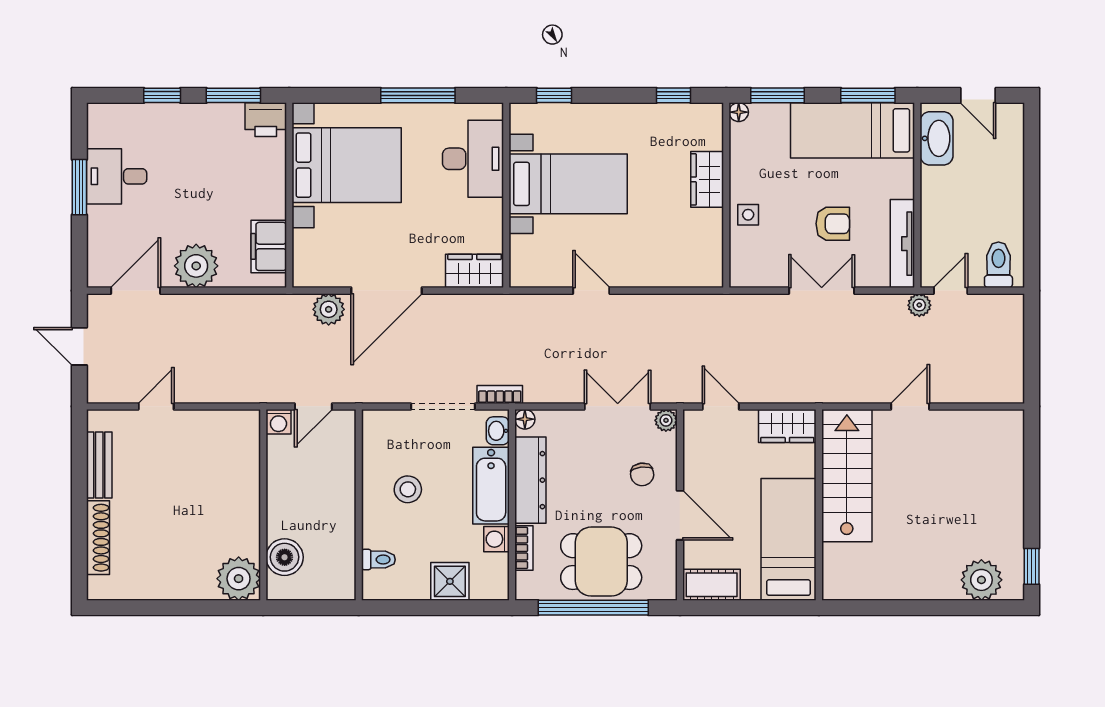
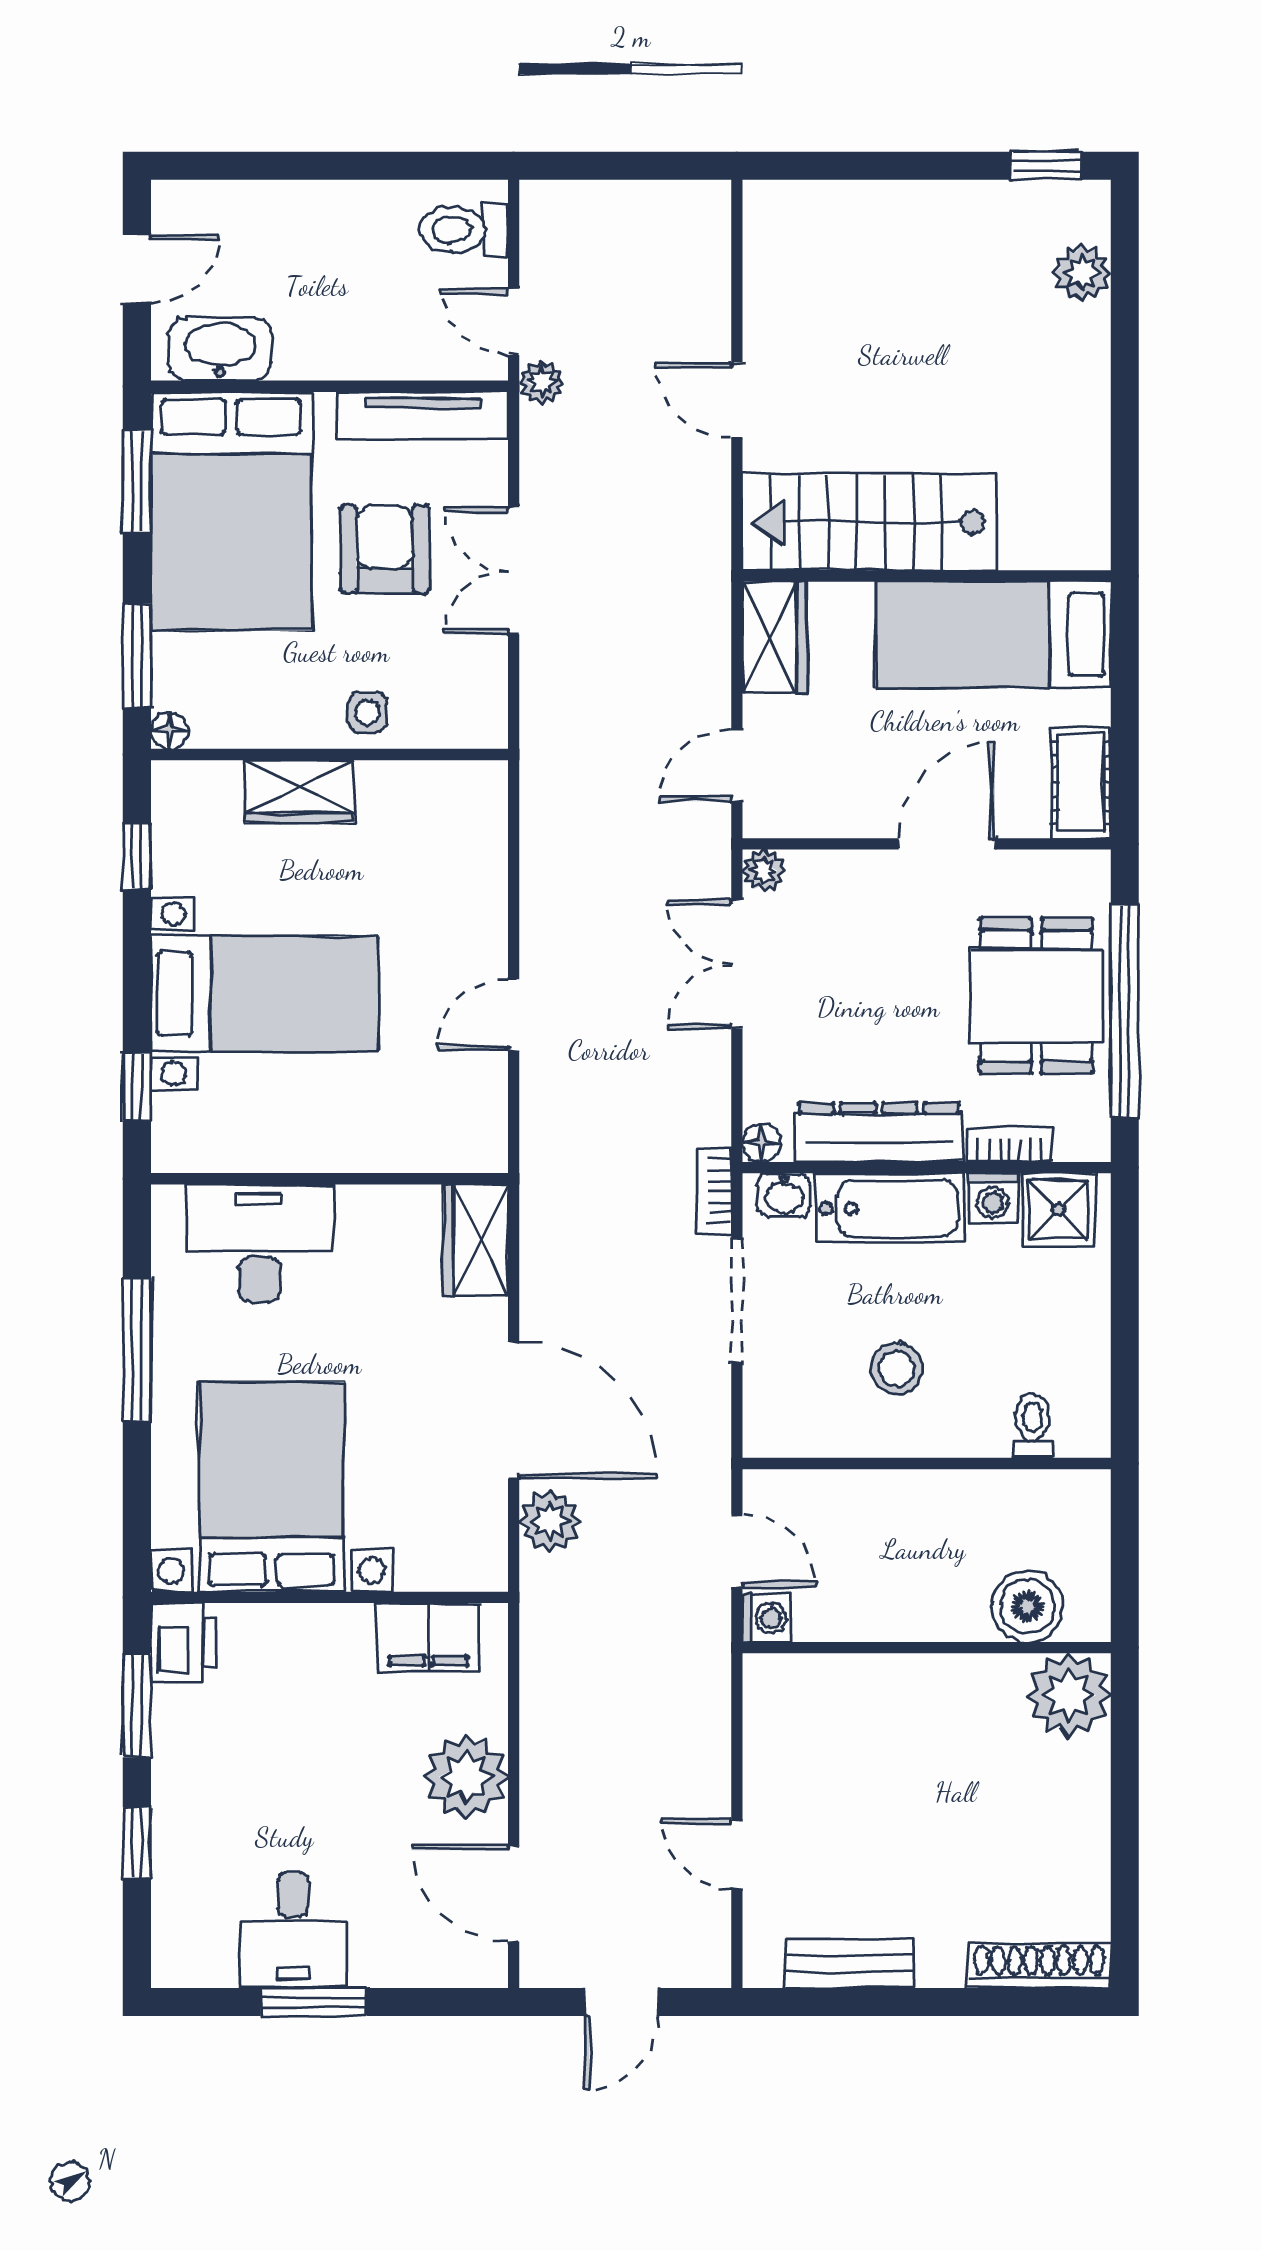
bed: (853, 130) -> (231, 511), width x1.50
bed with nightstands: (568, 184) -> (265, 994), moved, turned 90
armchair: (833, 224) -> (385, 549), width x1.38, depth x1.38
chair: (642, 474) -> (868, 917), removed
shoe rack: (98, 538) -> (1039, 1966), moved
plant: (981, 580) -> (1082, 273), width x0.73, depth x0.73
shower: (450, 581) -> (1059, 1210), moved

